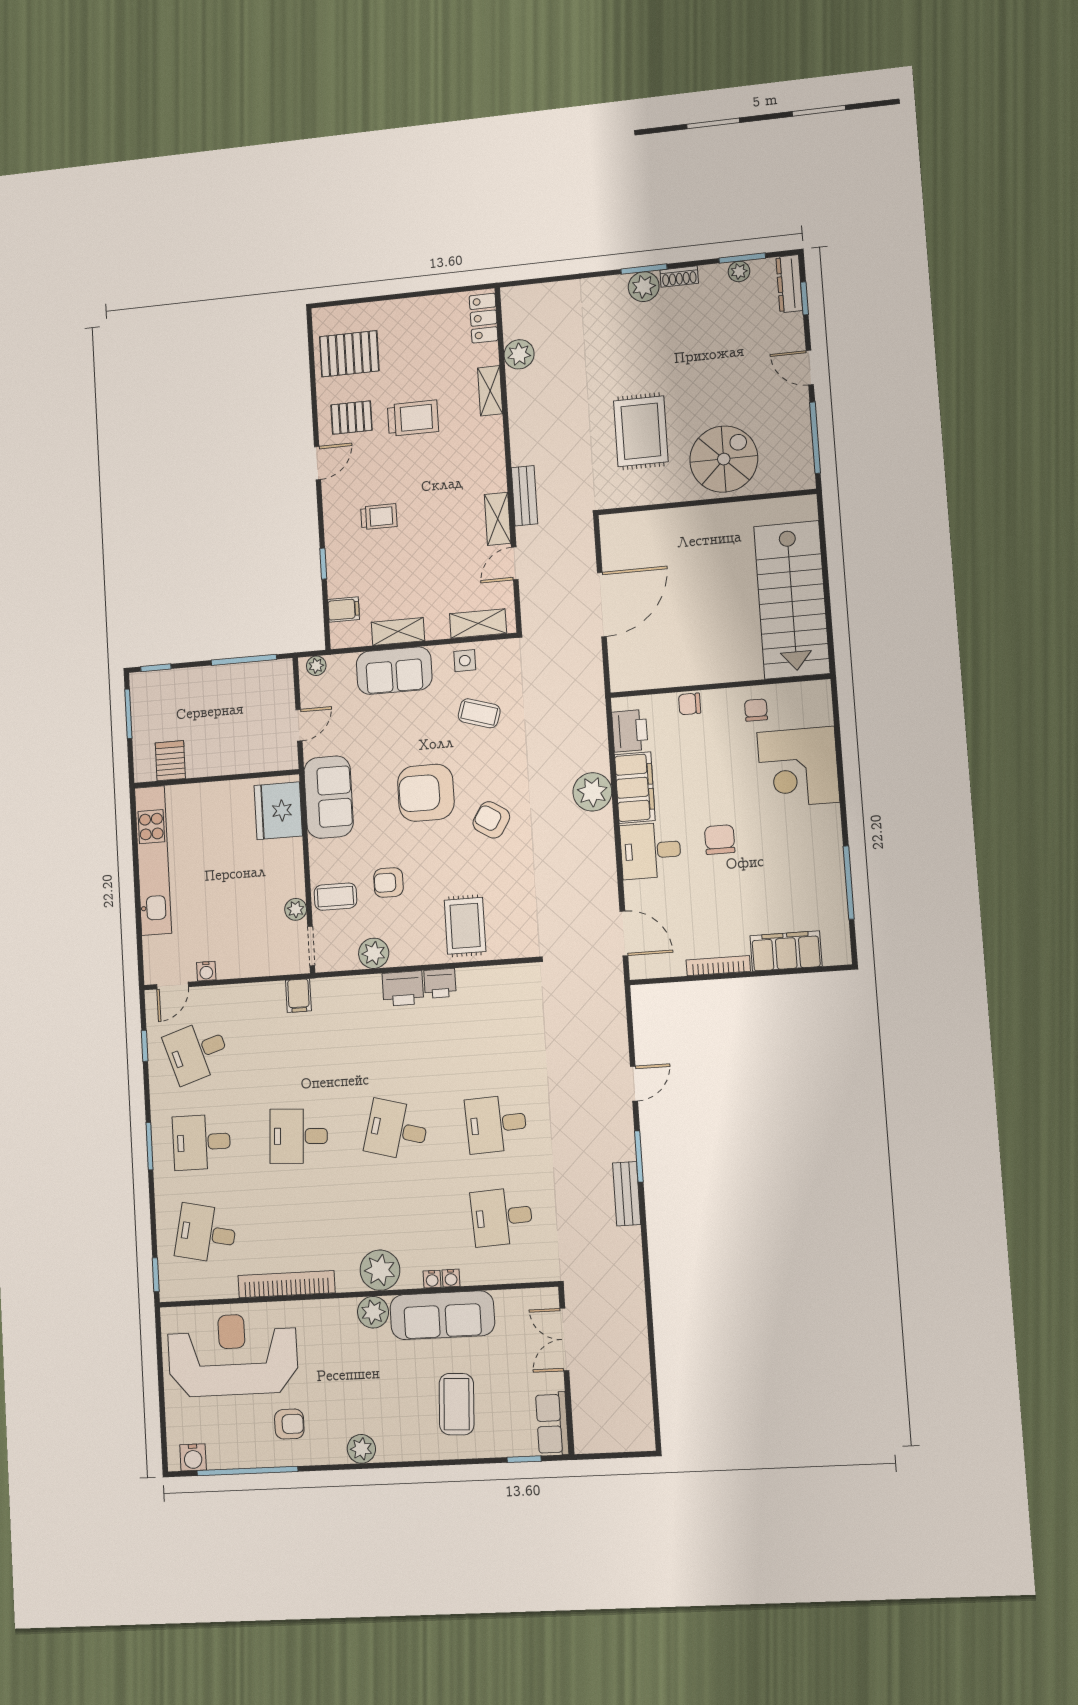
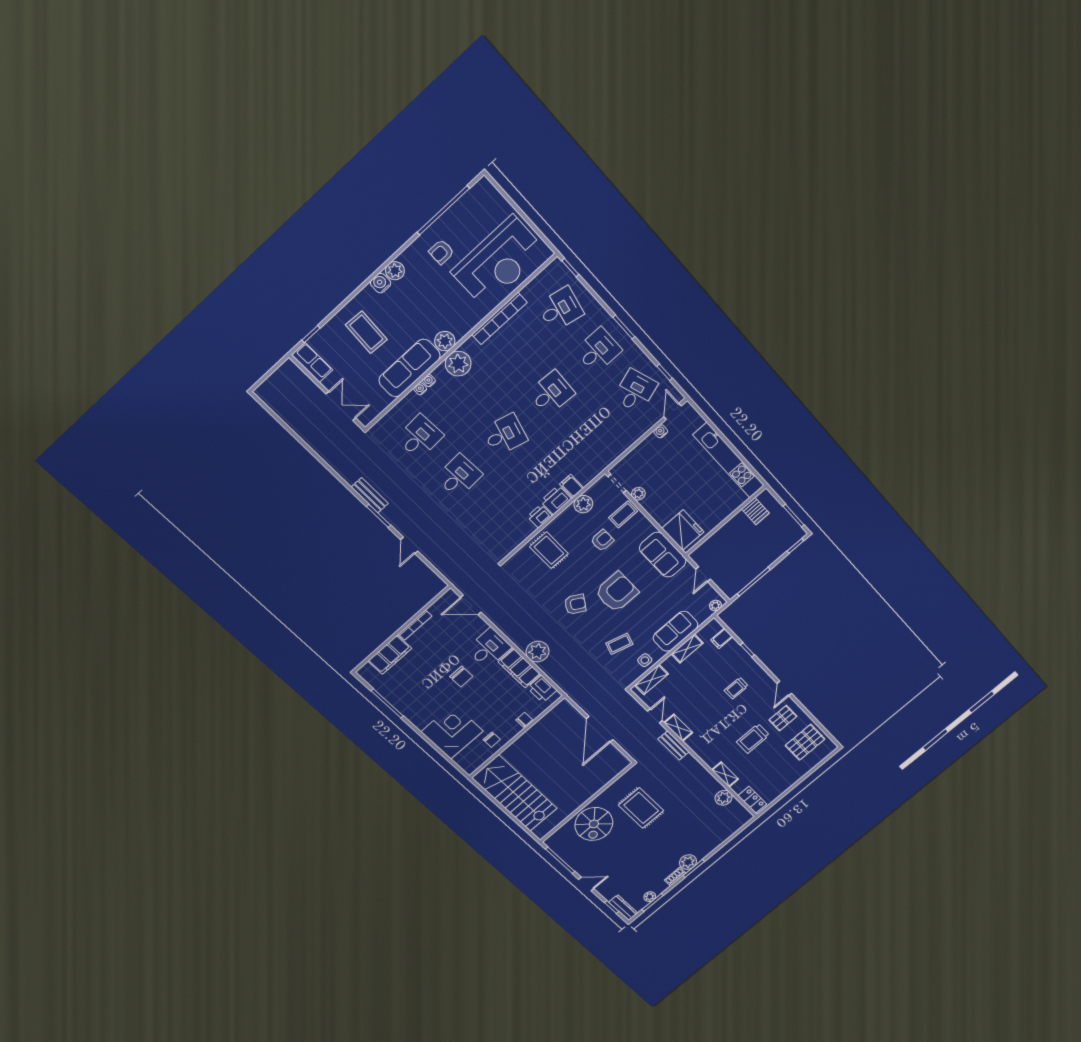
filing cabinet: (298, 996) -> (572, 486), moved
water cooler: (193, 1457) -> (381, 283), moved

